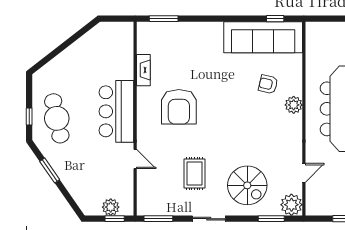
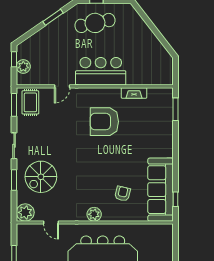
plant: (294, 105) -> (94, 214), moved
rug: (195, 173) -> (30, 102), moved, turned 90
window: (115, 219) -> (14, 59), moved
window: (271, 219) -> (14, 180), moved

